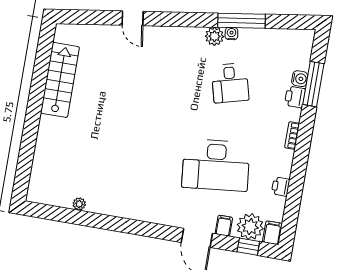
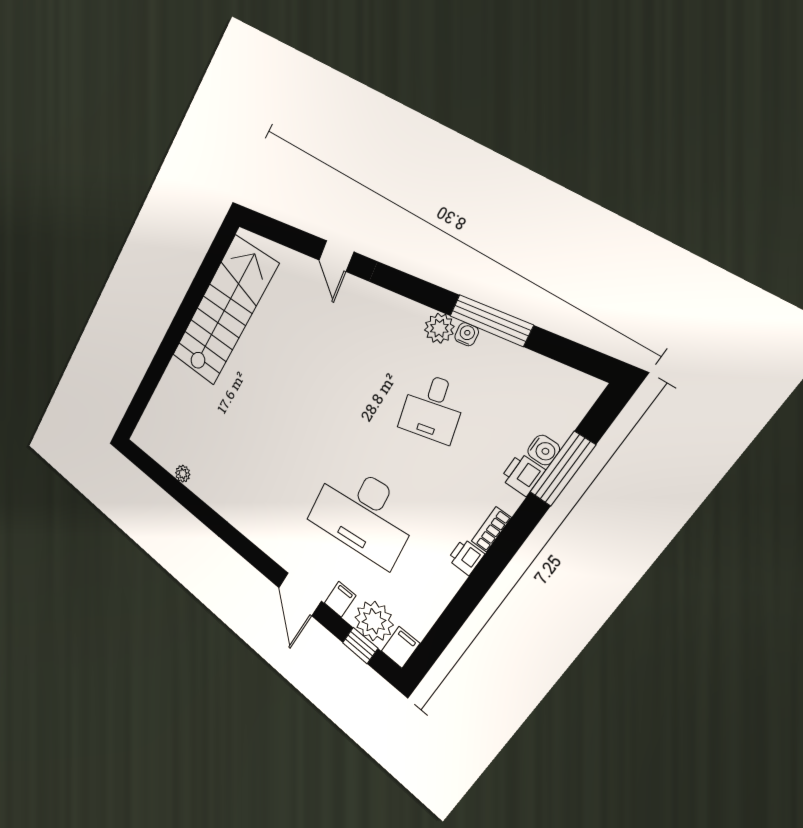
stairs: (60, 80) -> (224, 311), width x1.36, depth x1.51
printer: (281, 187) -> (466, 557), moved

